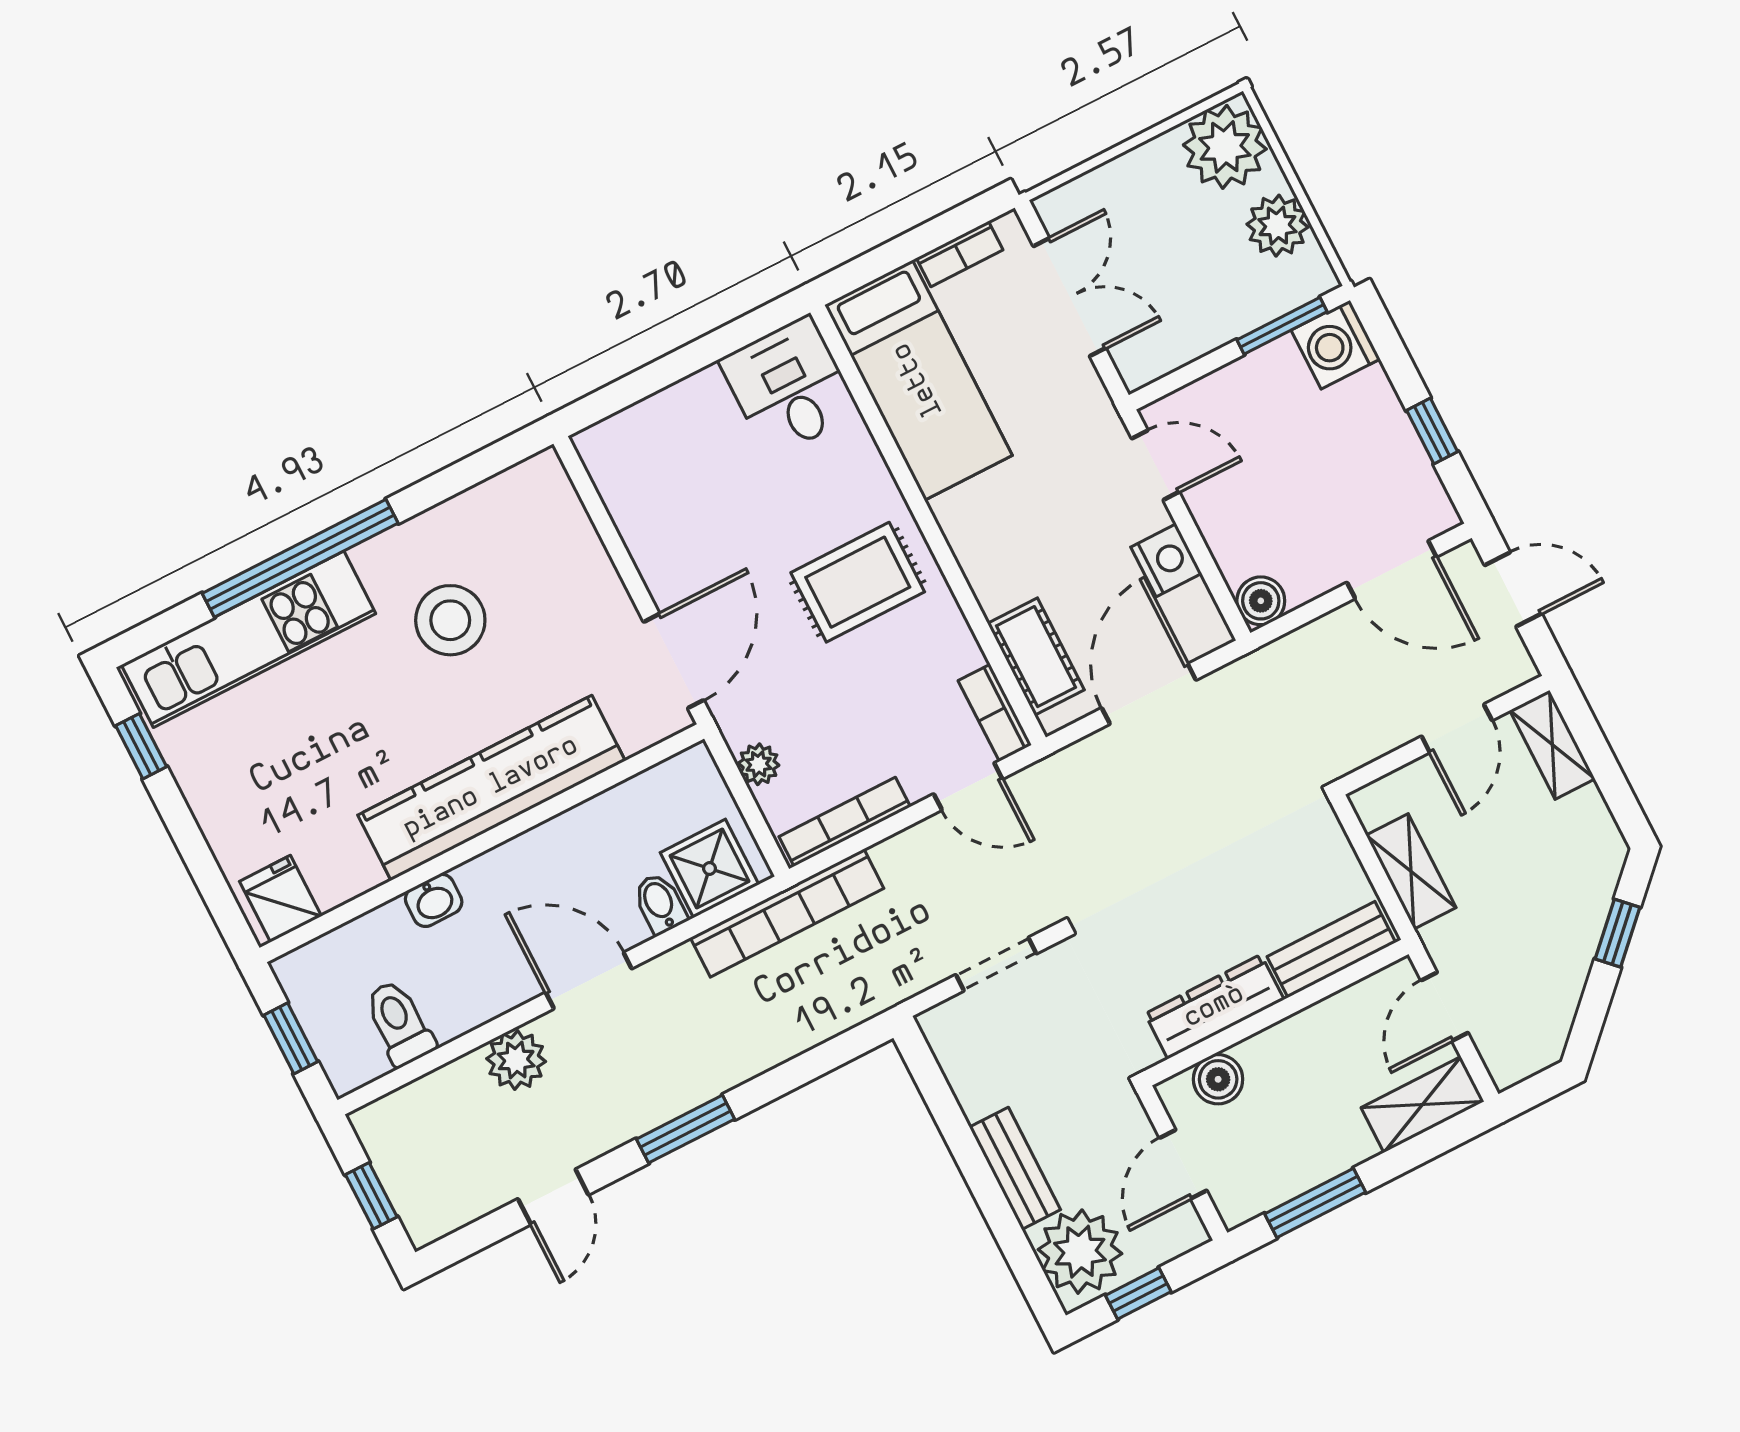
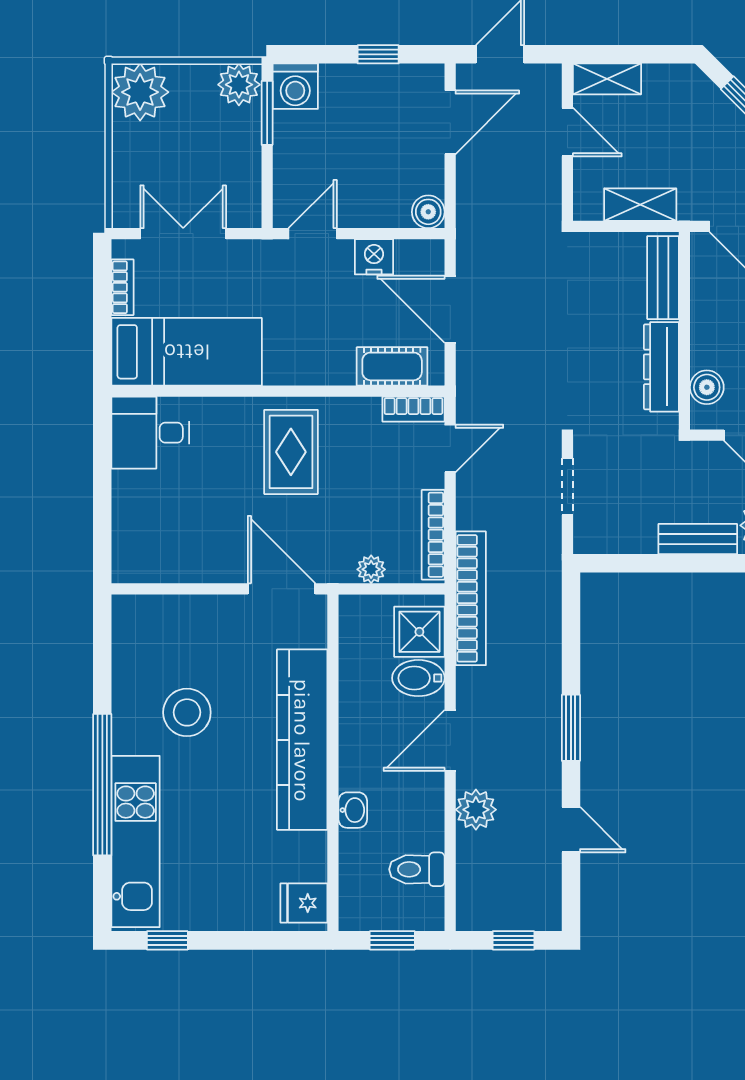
plant: (1277, 226) -> (239, 85), moved
bidet: (660, 904) -> (418, 678), width x1.38, depth x1.36

